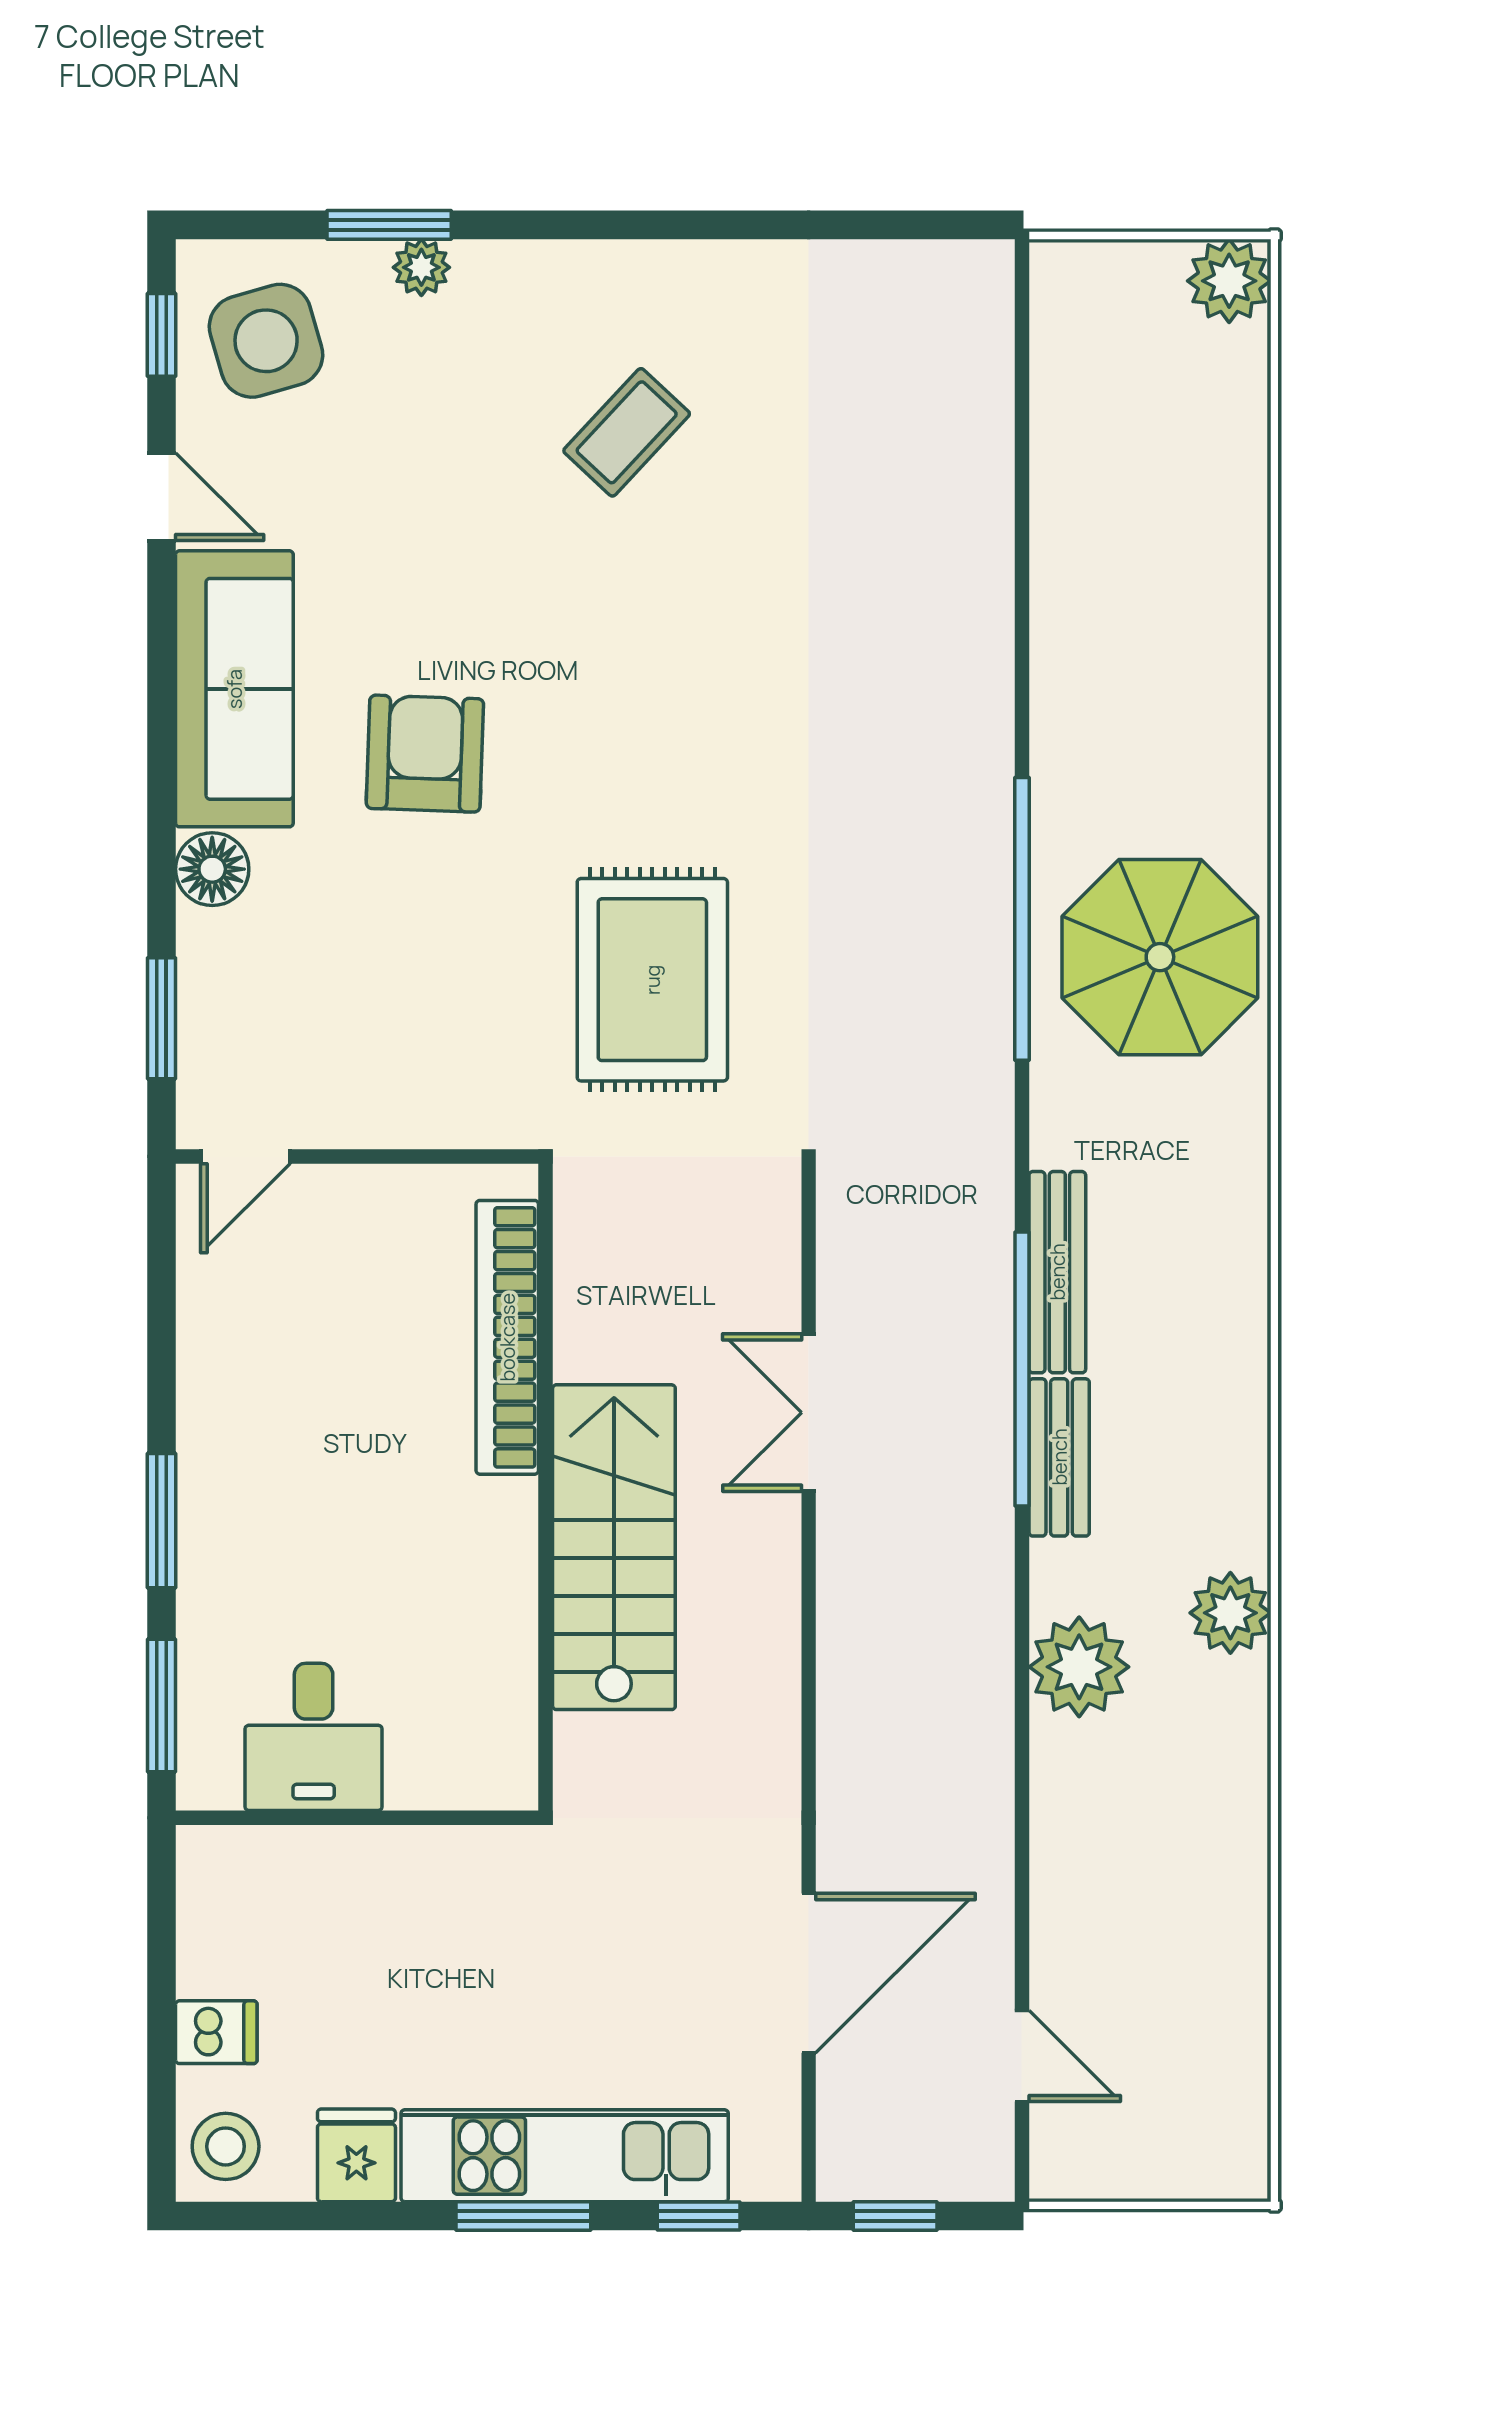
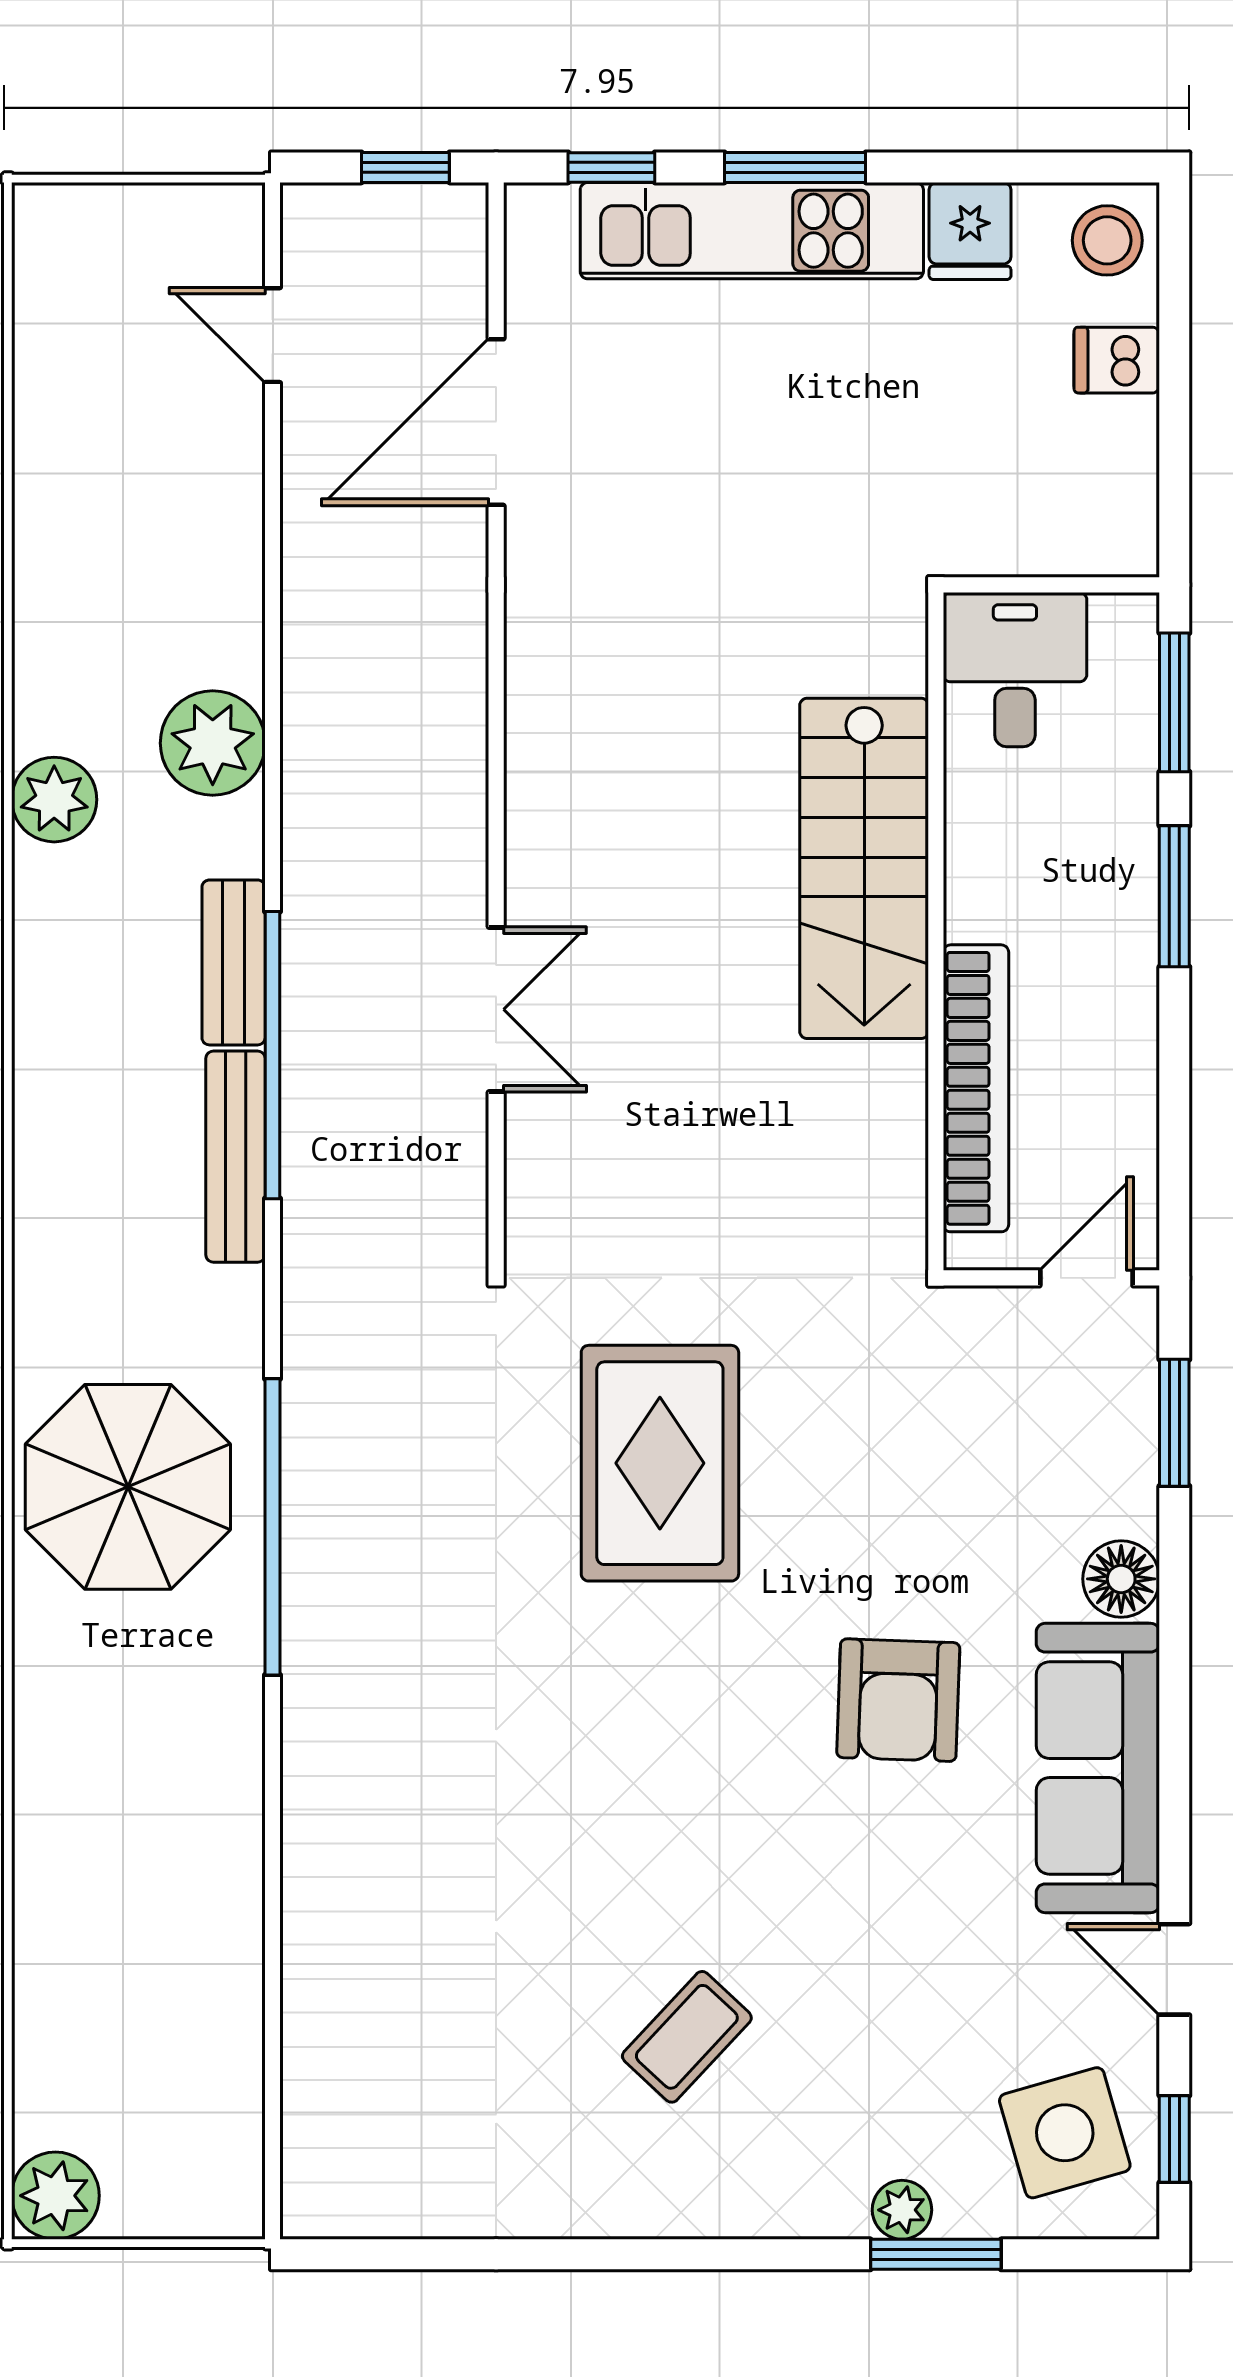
bookcase: (507, 1337) -> (976, 1088), moved
wall: (546, 1487) -> (936, 931), moved
stairs: (614, 1547) -> (864, 868), moved

